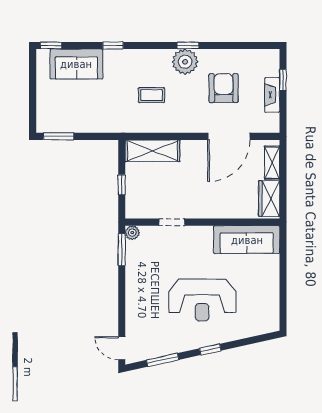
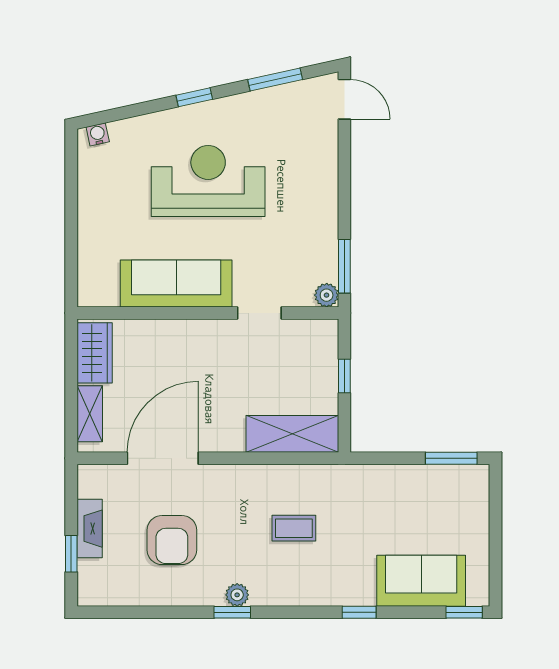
plant: (185, 62) -> (237, 595), width x0.53, depth x0.53
sofa: (247, 240) -> (176, 283), moved
water cooler: (267, 327) -> (98, 134), added

